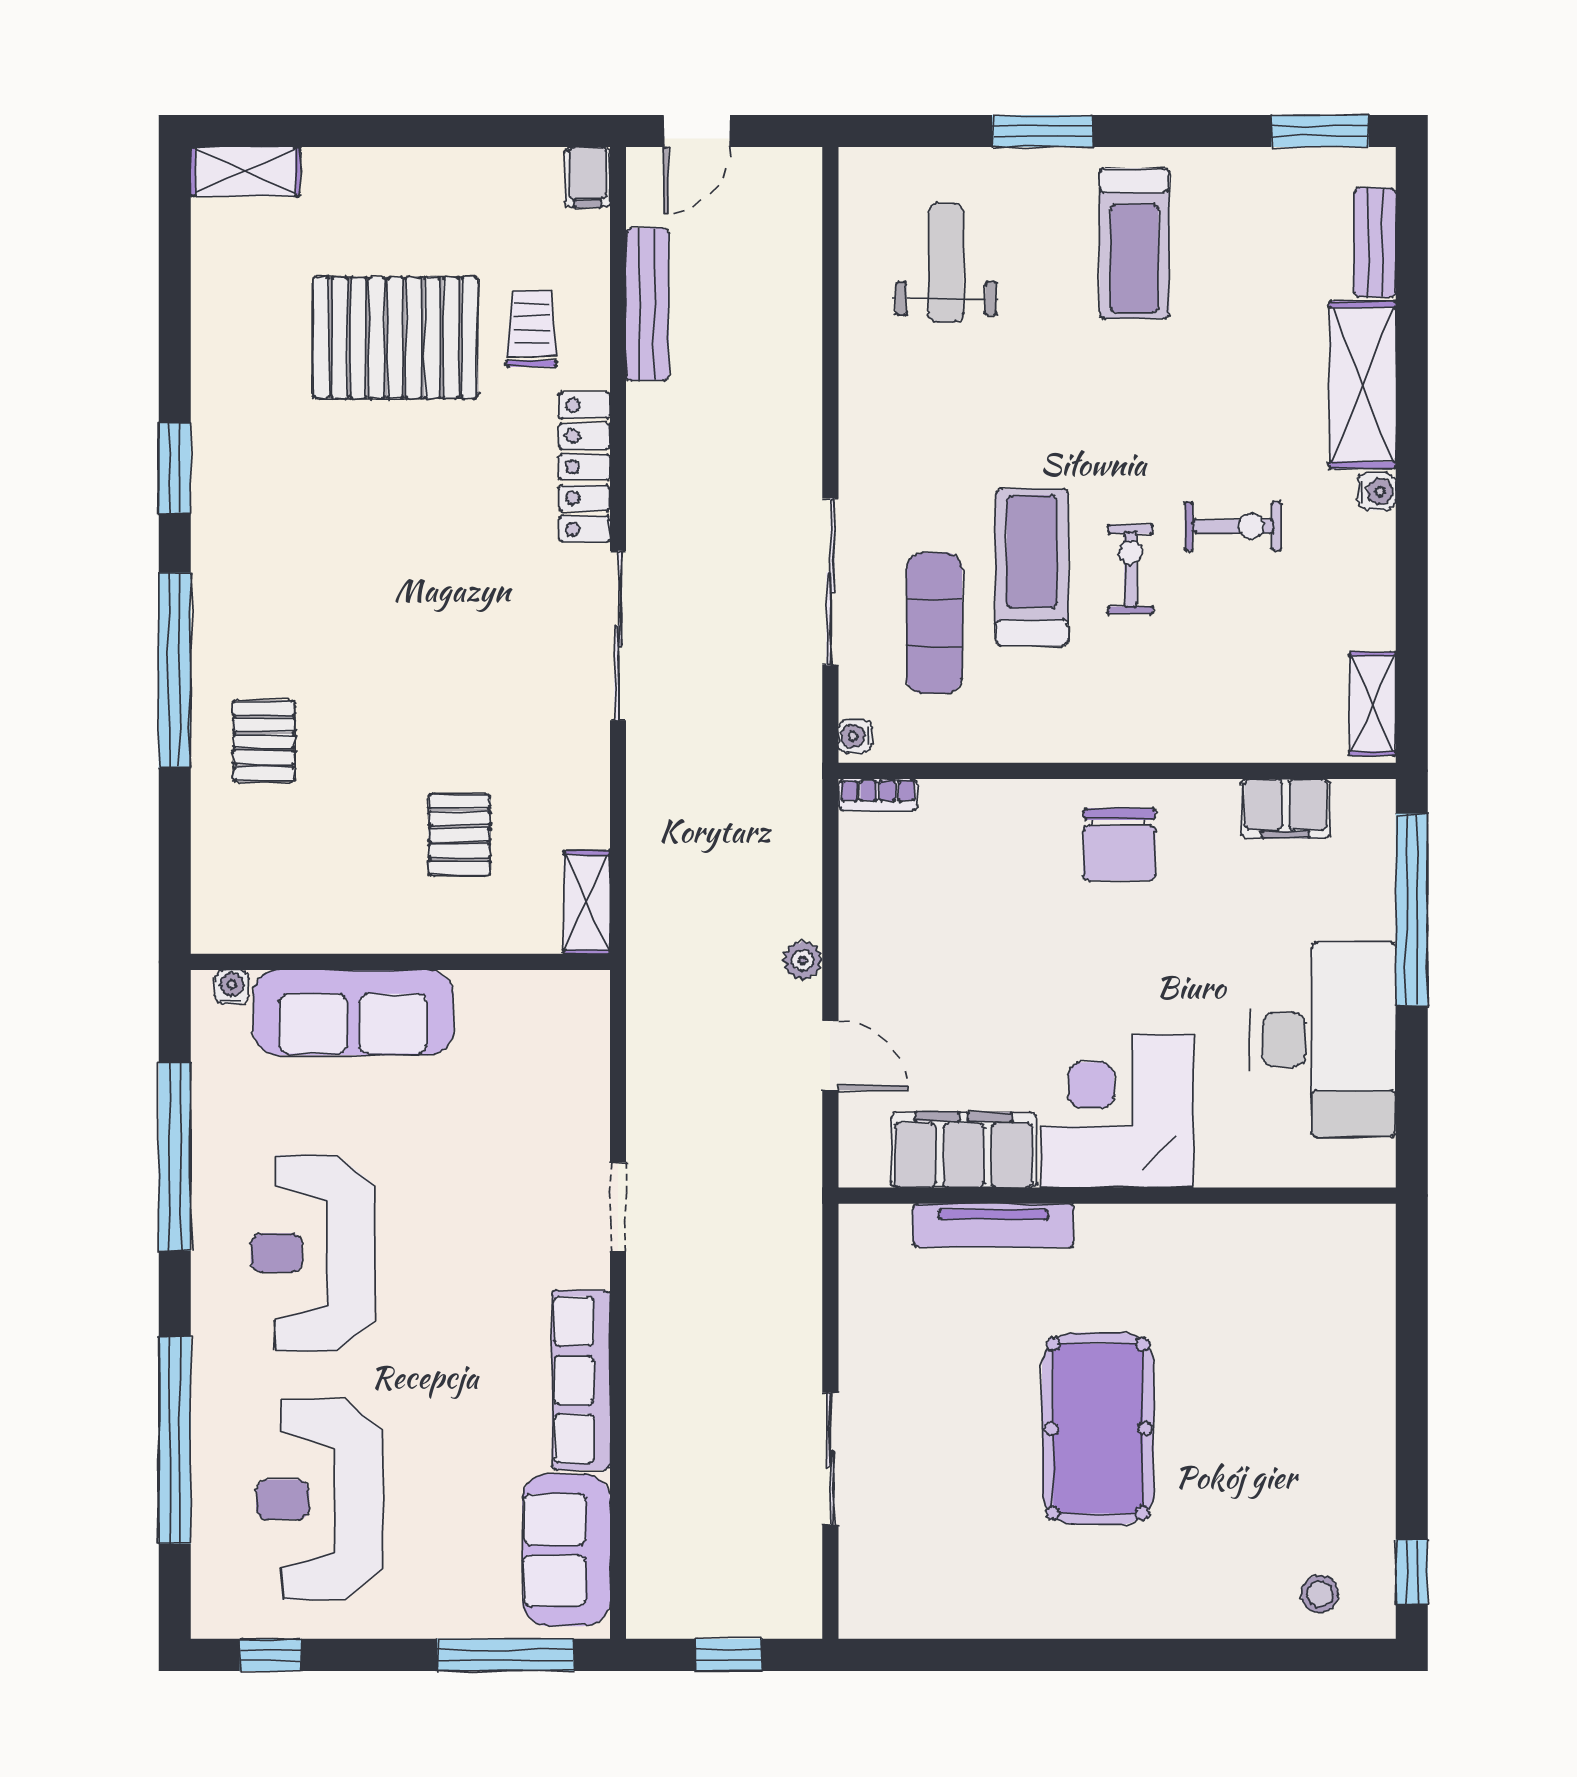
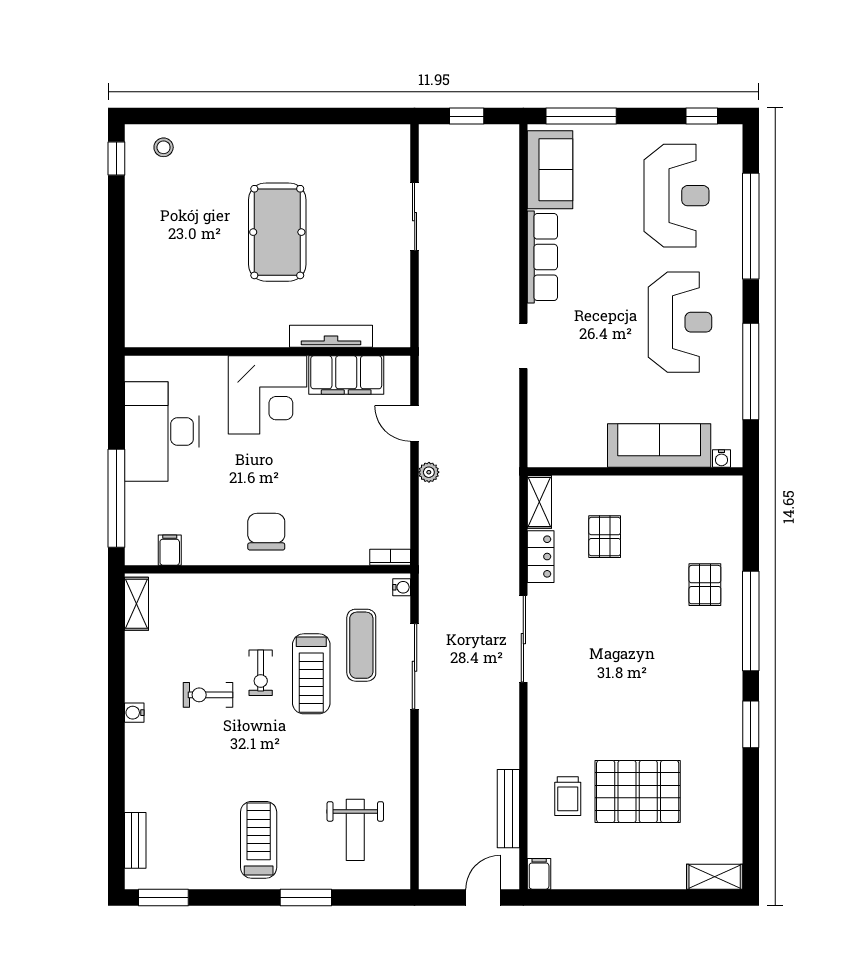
shelving: (1362, 385) -> (142, 767), removed
locker: (584, 467) -> (541, 557), moved, width x0.66
filing cabinet: (1286, 808) -> (170, 550), width x0.50

